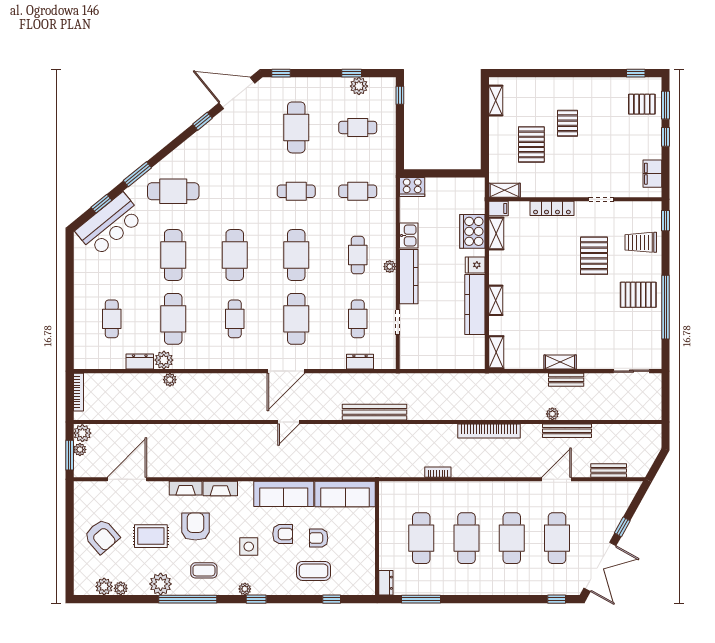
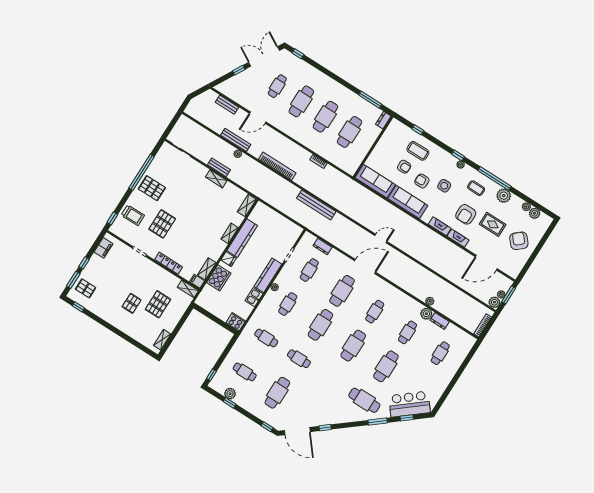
cafe table: (173, 319) -> (407, 332), width x0.73, depth x0.74
bench: (374, 412) -> (316, 205), moved
cafe table: (557, 538) -> (277, 86), width x0.73, depth x0.74

